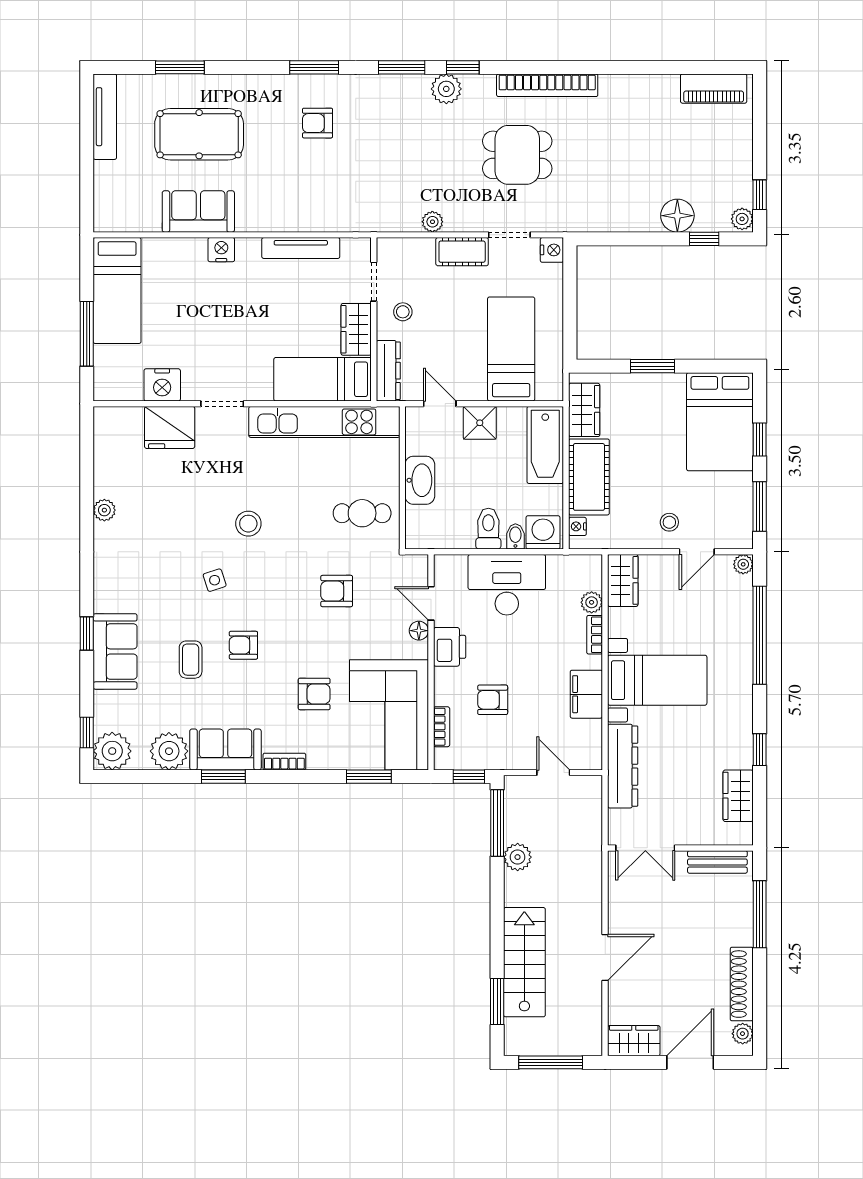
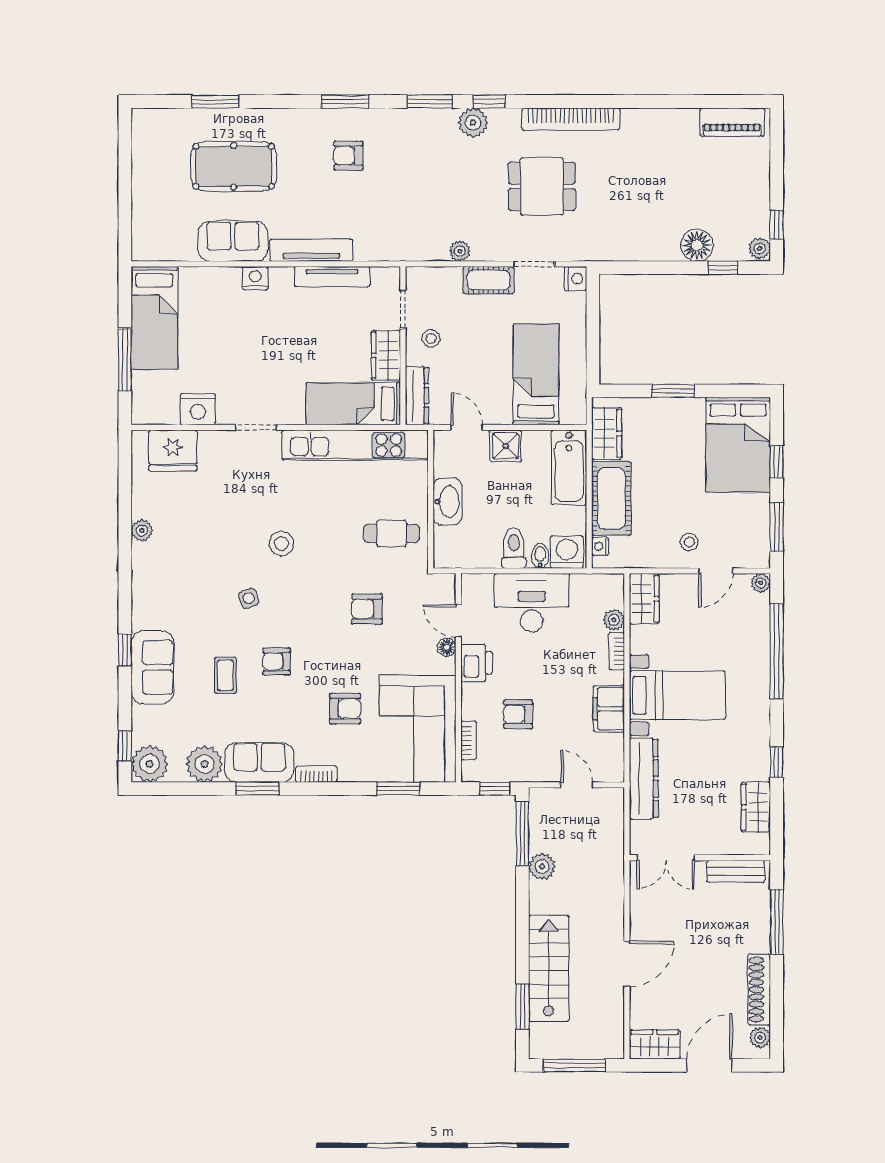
tv unit: (105, 117) -> (311, 250), moved, turned -90
fridge: (170, 427) -> (173, 450), moved

